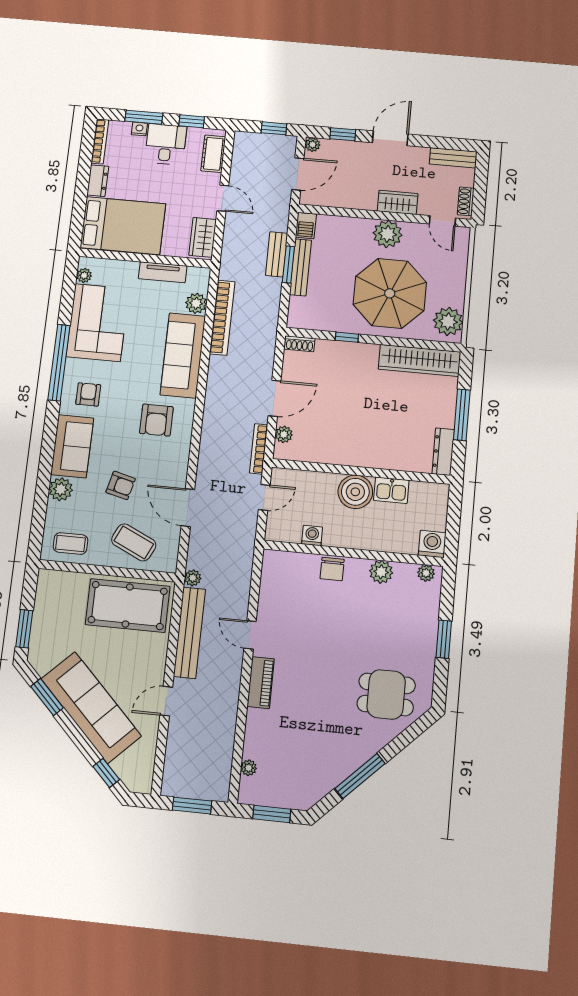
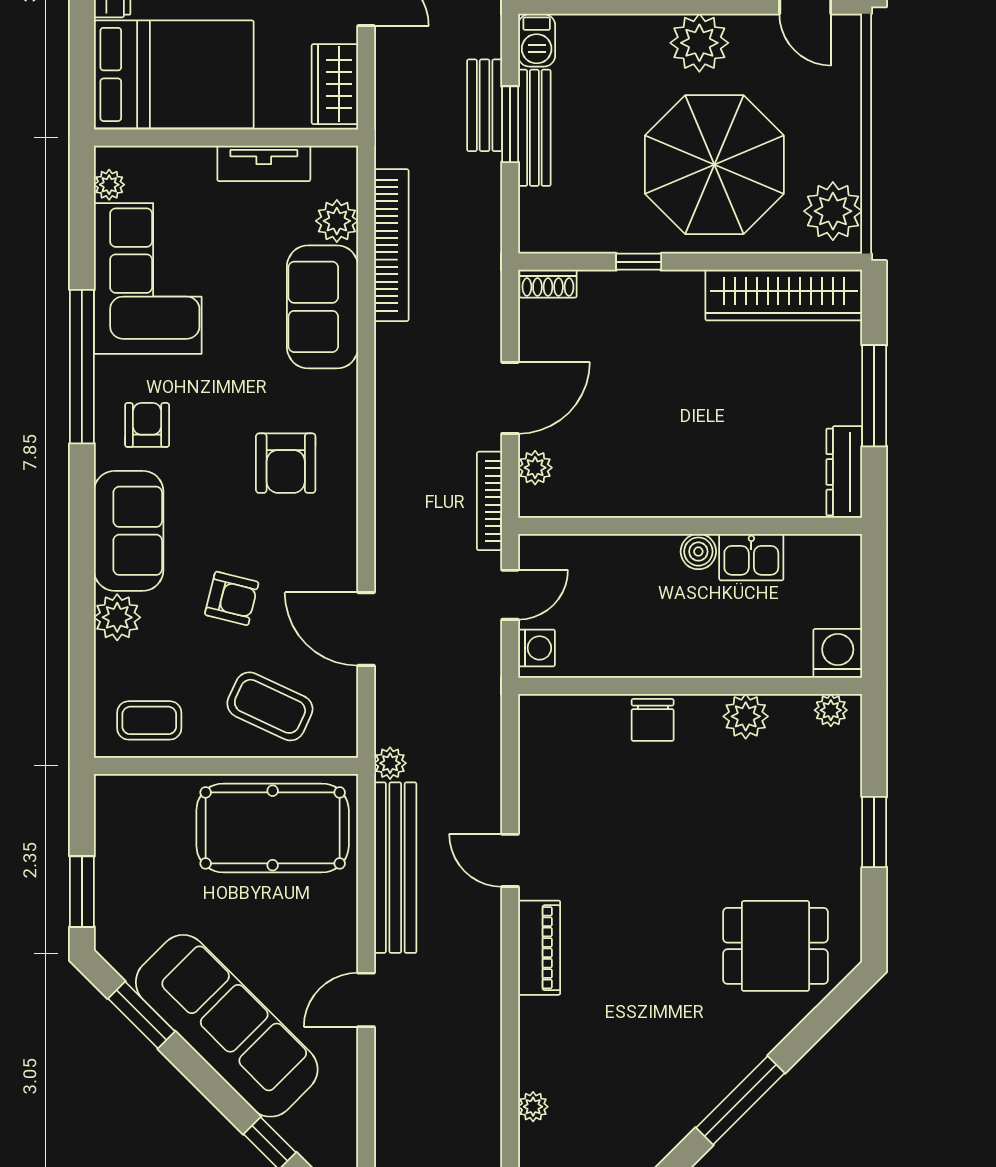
sofa: (183, 355) -> (322, 307), width x0.73
boiler: (355, 492) -> (698, 552), width x0.54, depth x0.54
washing machine: (312, 535) -> (536, 648), moved, turned 90

